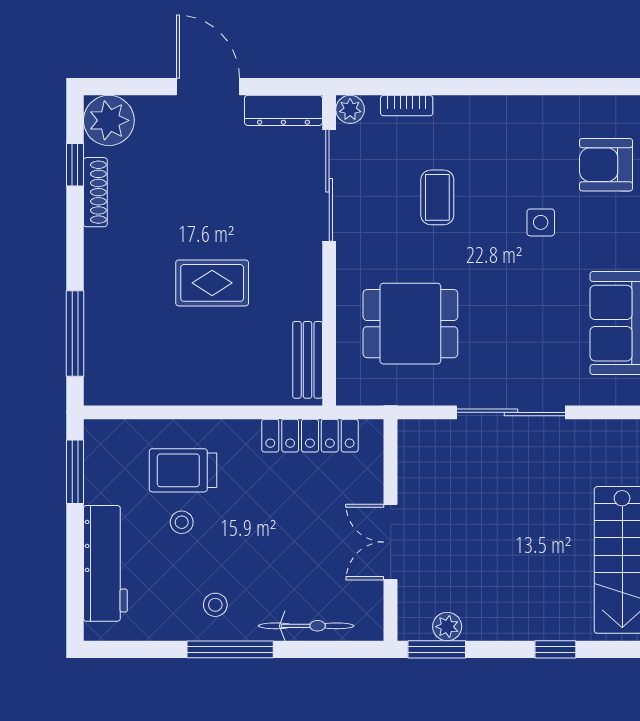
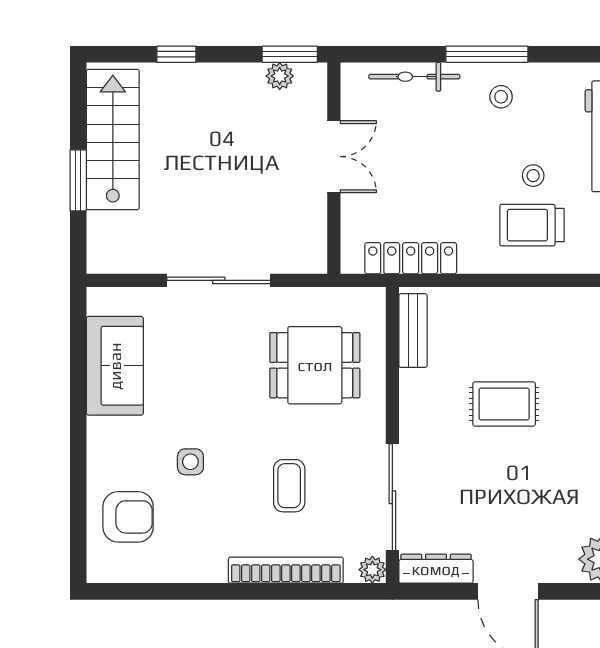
bookcase: (407, 106) -> (286, 570), width x2.31, depth x1.31
trolley: (183, 470) -> (532, 225), turned 180

